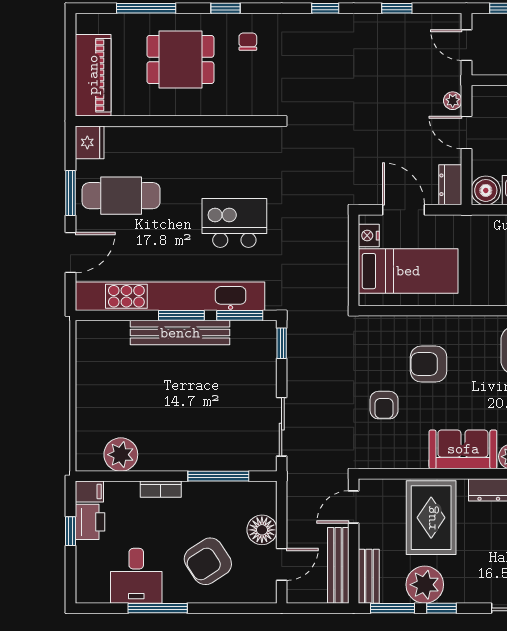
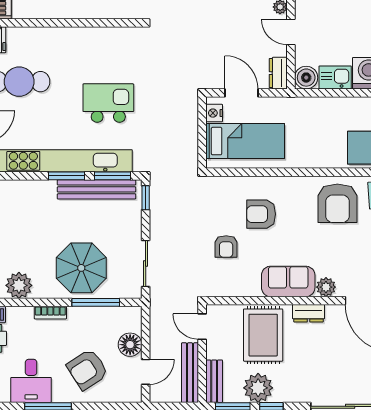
bench: (180, 333) -> (96, 189), moved
parasol: (200, 432) -> (81, 268), added
door: (354, 507) -> (202, 327), hinge flipped

